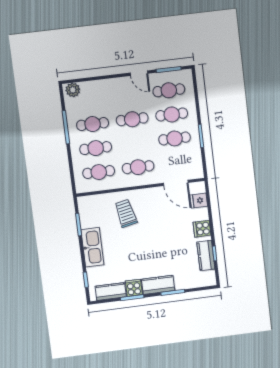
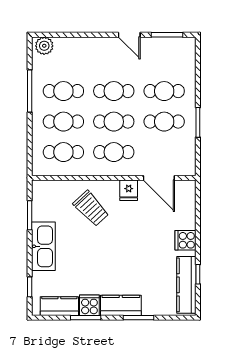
cafe table: (169, 90) -> (114, 122), moved
fridge: (199, 201) -> (129, 190), moved, turned -90
trolley: (126, 213) -> (91, 208), turned 149
kitchen counter: (206, 255) -> (186, 285), width x1.50

